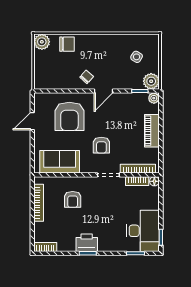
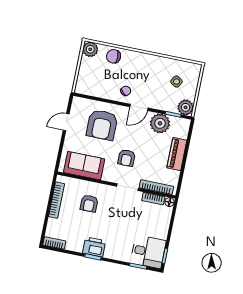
chair: (67, 44) -> (114, 56), turned 180
plant: (154, 98) -> (160, 123), moved, width x1.87, depth x1.87
desk: (143, 231) -> (148, 252), width x0.73

